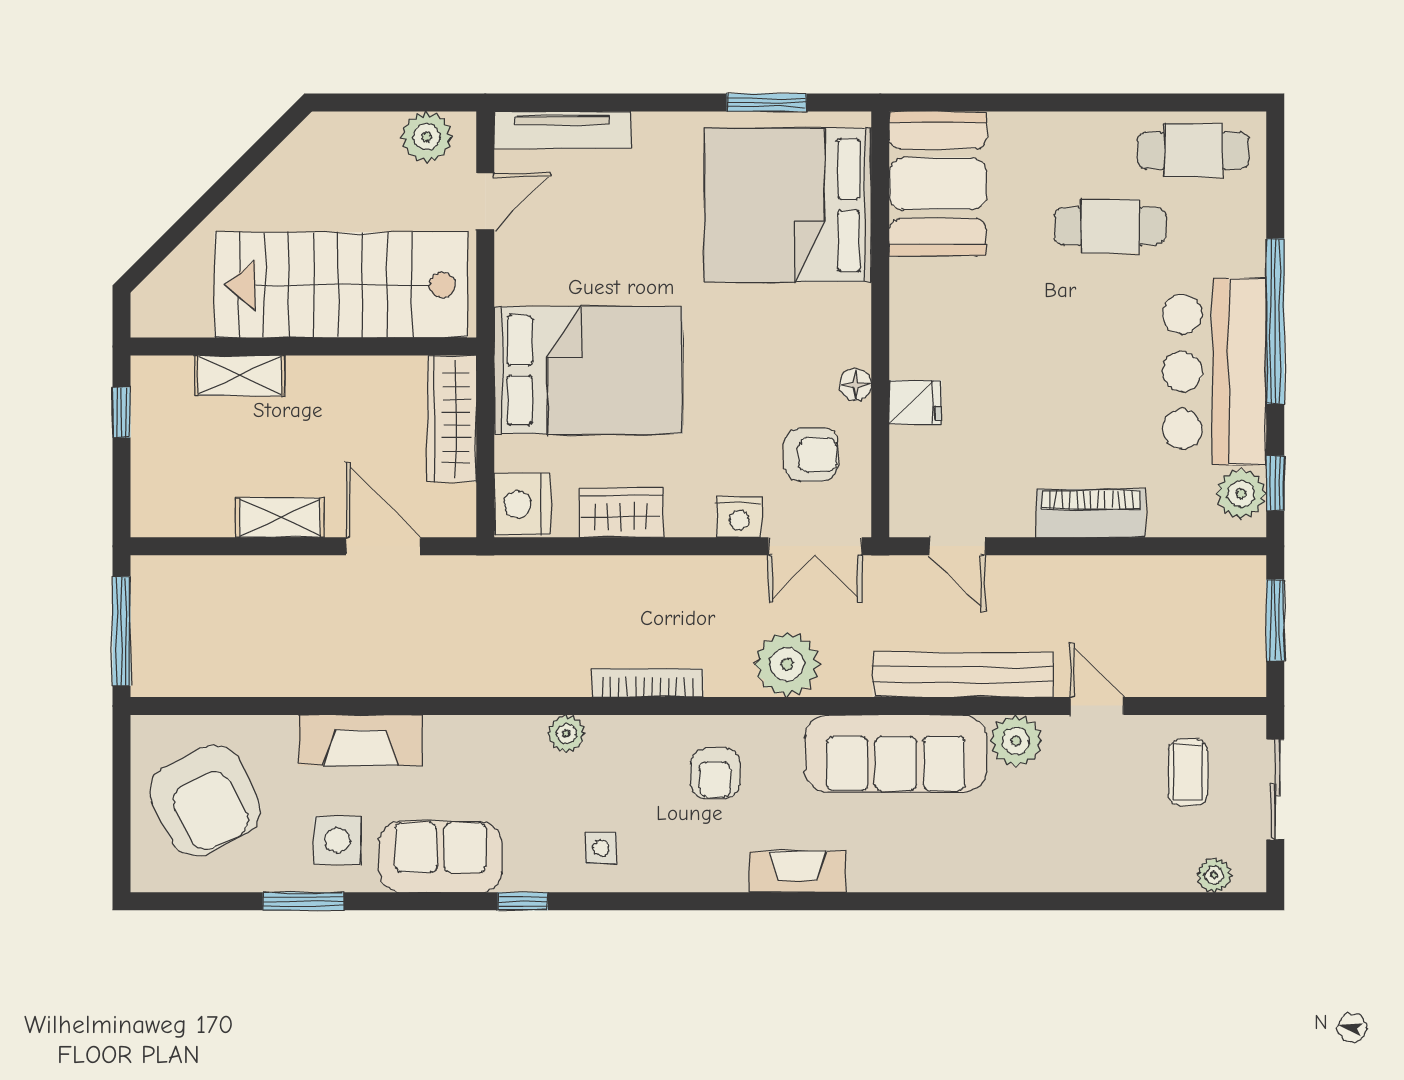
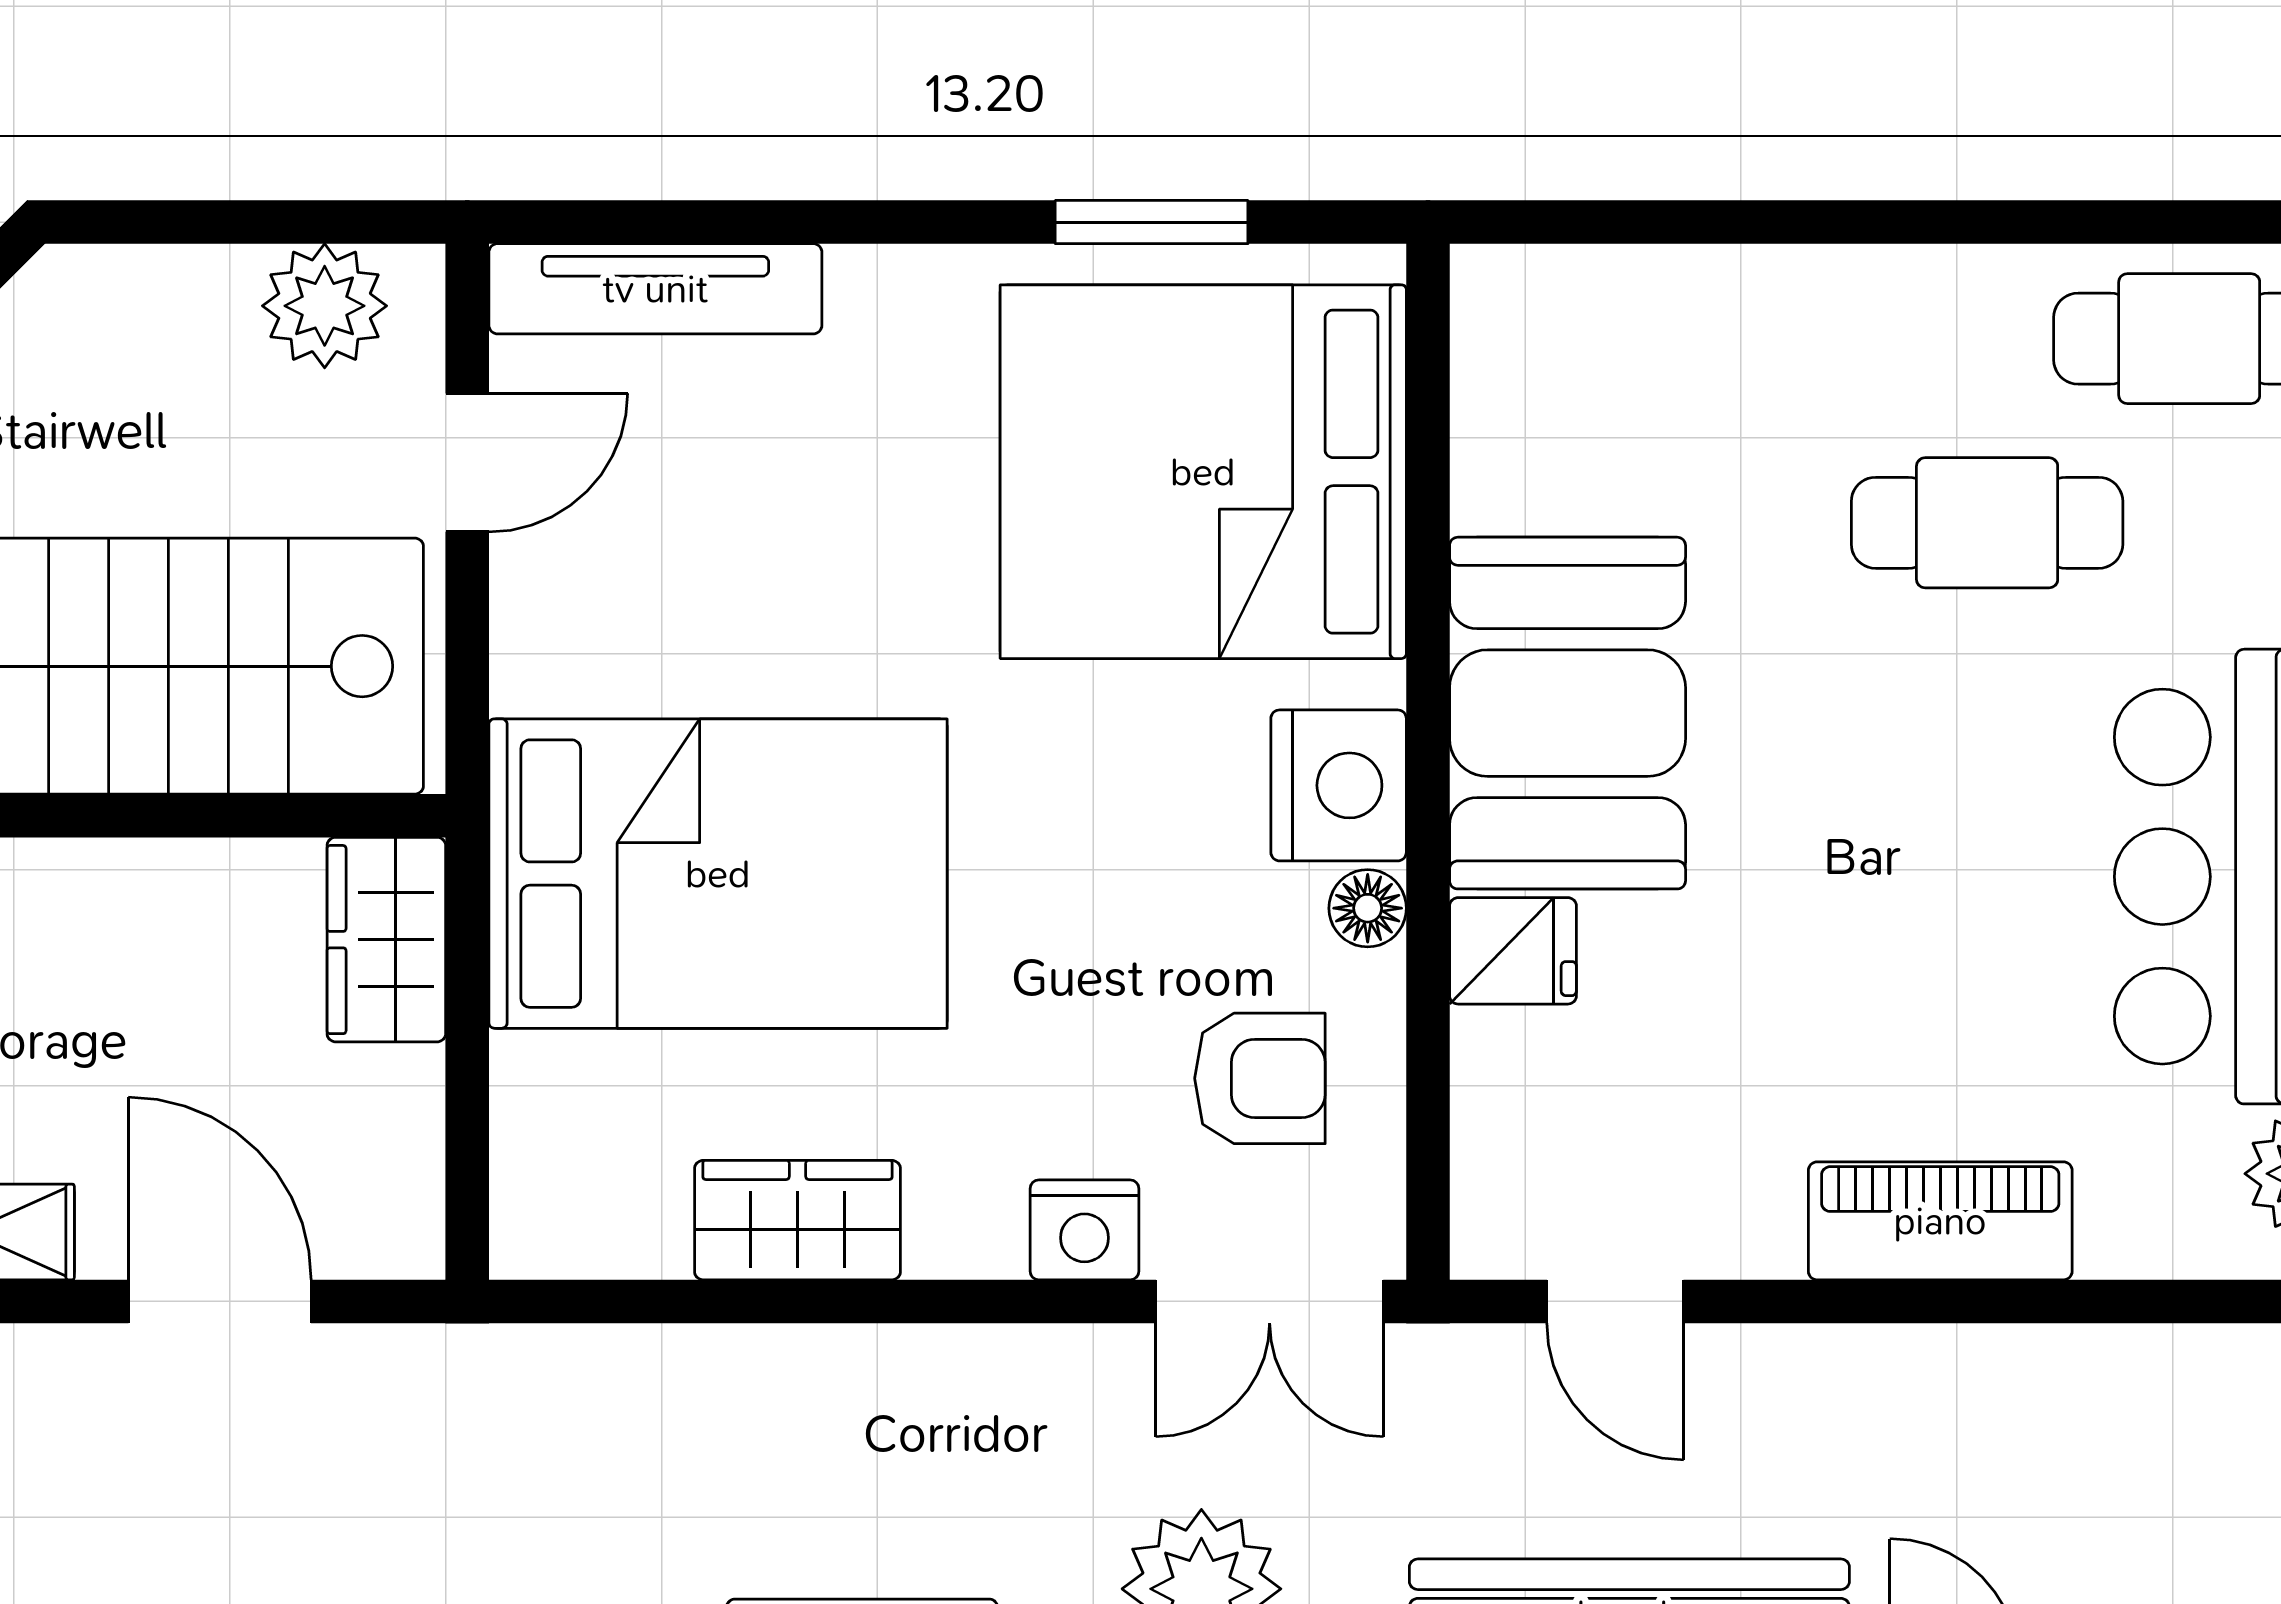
booth: (938, 184) -> (1568, 713), moved
wardrobe: (452, 419) -> (386, 940), width x0.67
nightstand: (522, 504) -> (1339, 785), moved, turned 180

